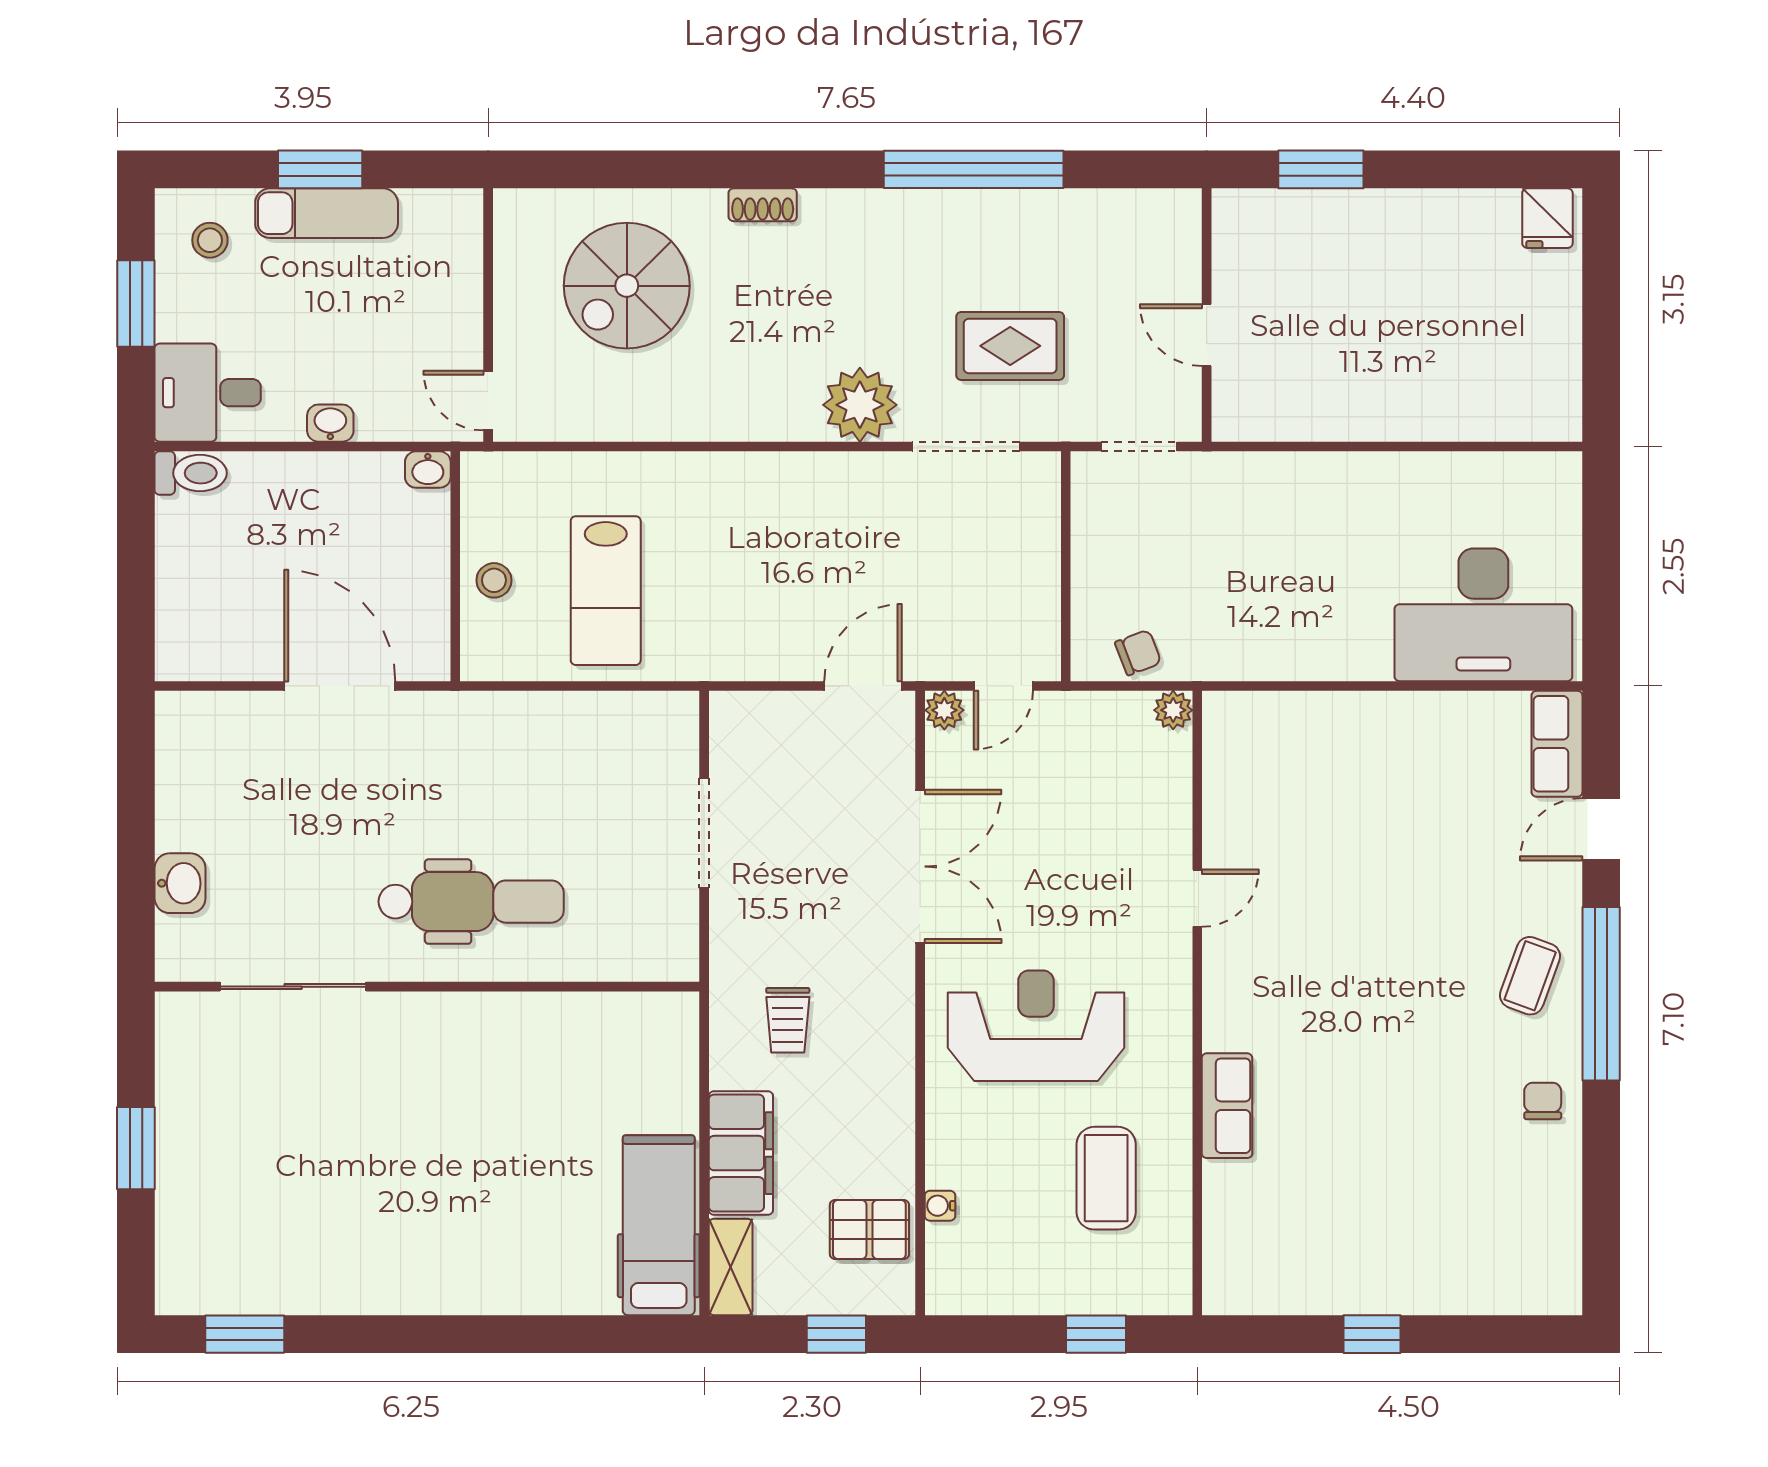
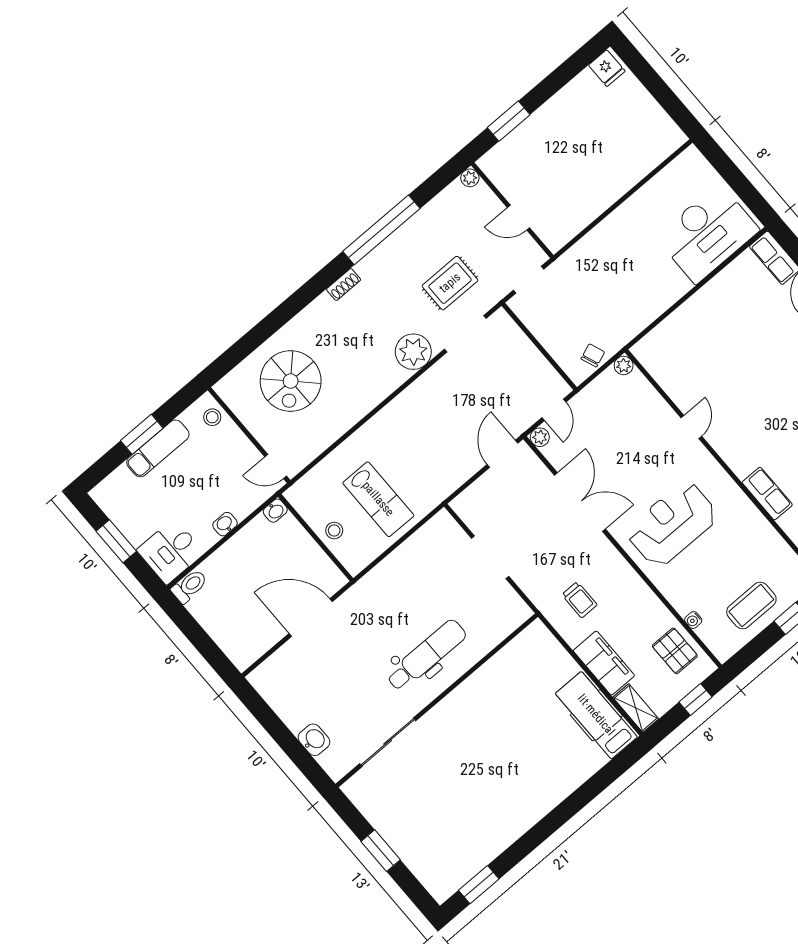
shoe rack: (763, 205) -> (344, 284), moved
plant: (1183, 207) -> (470, 178), added
stool: (210, 240) -> (212, 417), moved
coffee table: (1106, 1178) -> (751, 606), moved, turned 90
pallet: (869, 1229) -> (675, 651), turned 90

